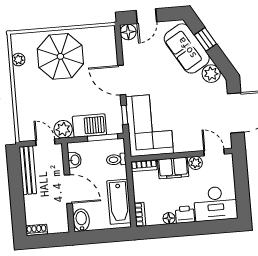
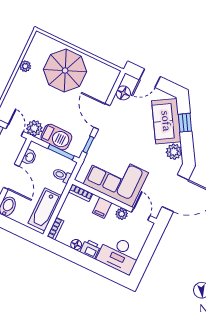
floor lamp: (128, 32) -> (123, 93), moved
plant: (18, 60) -> (25, 66), moved
corner sofa: (149, 125) -> (116, 178), moved, turned -90
filing cabinet: (173, 168) -> (102, 208), width x0.50

